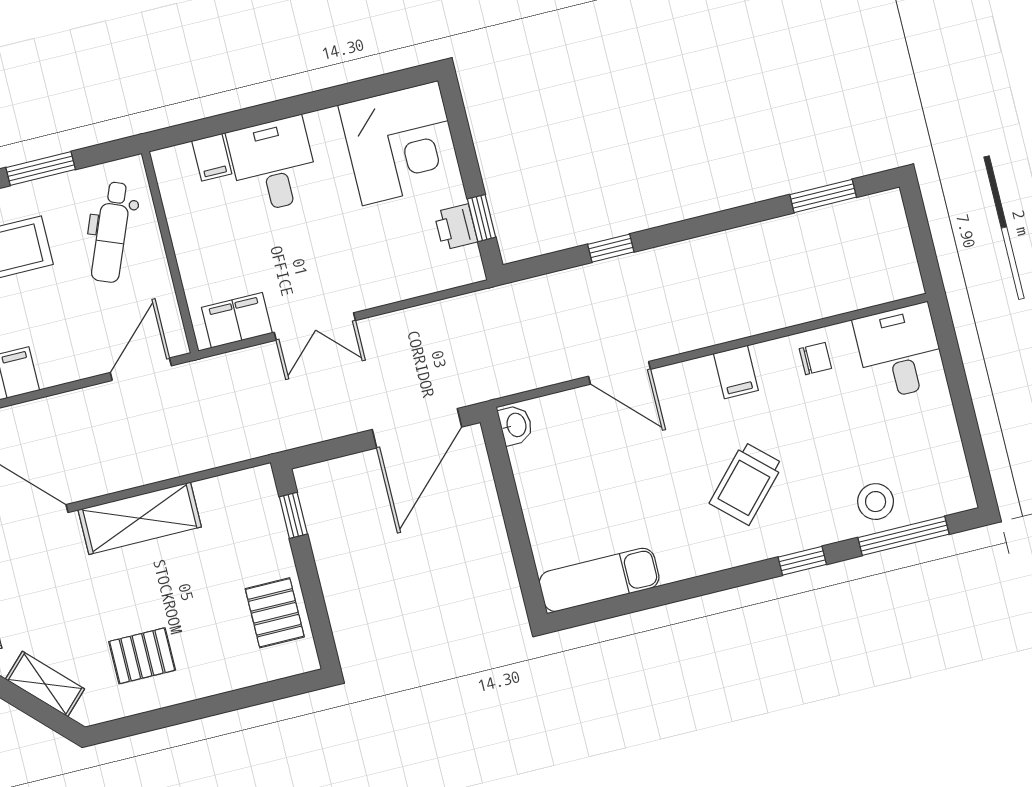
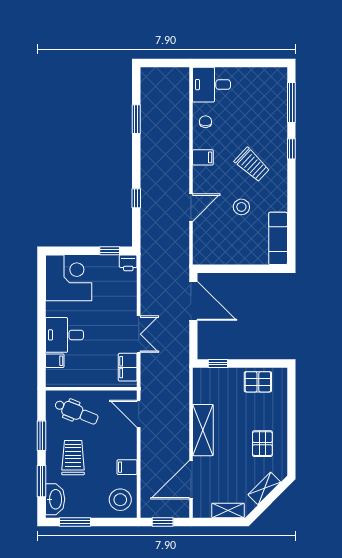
window: (823, 196) -> (136, 119), moved
printer: (456, 227) -> (128, 263), moved
washbasin: (516, 425) -> (202, 258), removed
stool: (876, 502) -> (241, 207), moved

